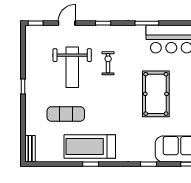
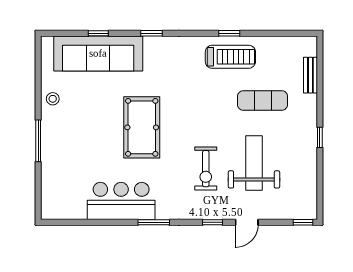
door: (67, 23) -> (247, 222), moved
exercise bike: (108, 63) -> (206, 169), width x1.38, depth x1.39
treadmill: (90, 147) -> (230, 57), width x0.73, depth x0.73
bench: (30, 149) -> (310, 75), moved

